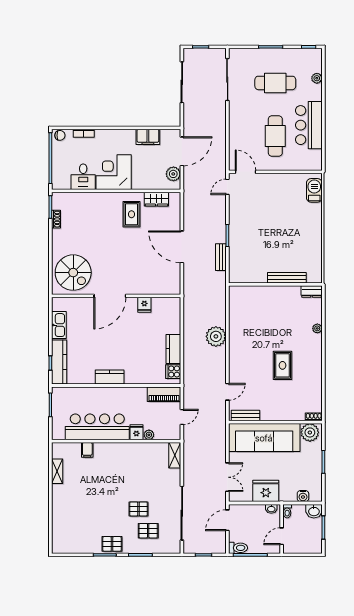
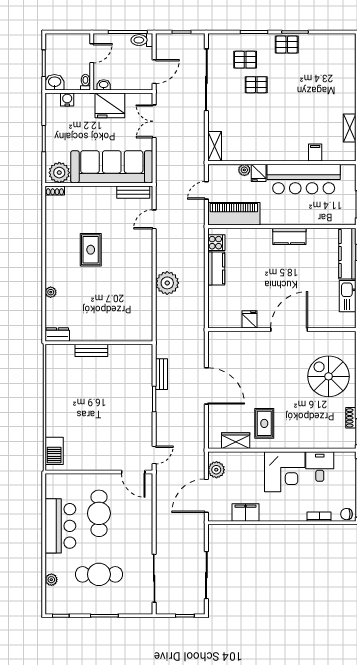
spiral stairs: (73, 273) -> (329, 376), moved
bench: (287, 278) -> (91, 350), width x0.73
piano: (164, 394) -> (234, 214), width x1.37, depth x1.33

